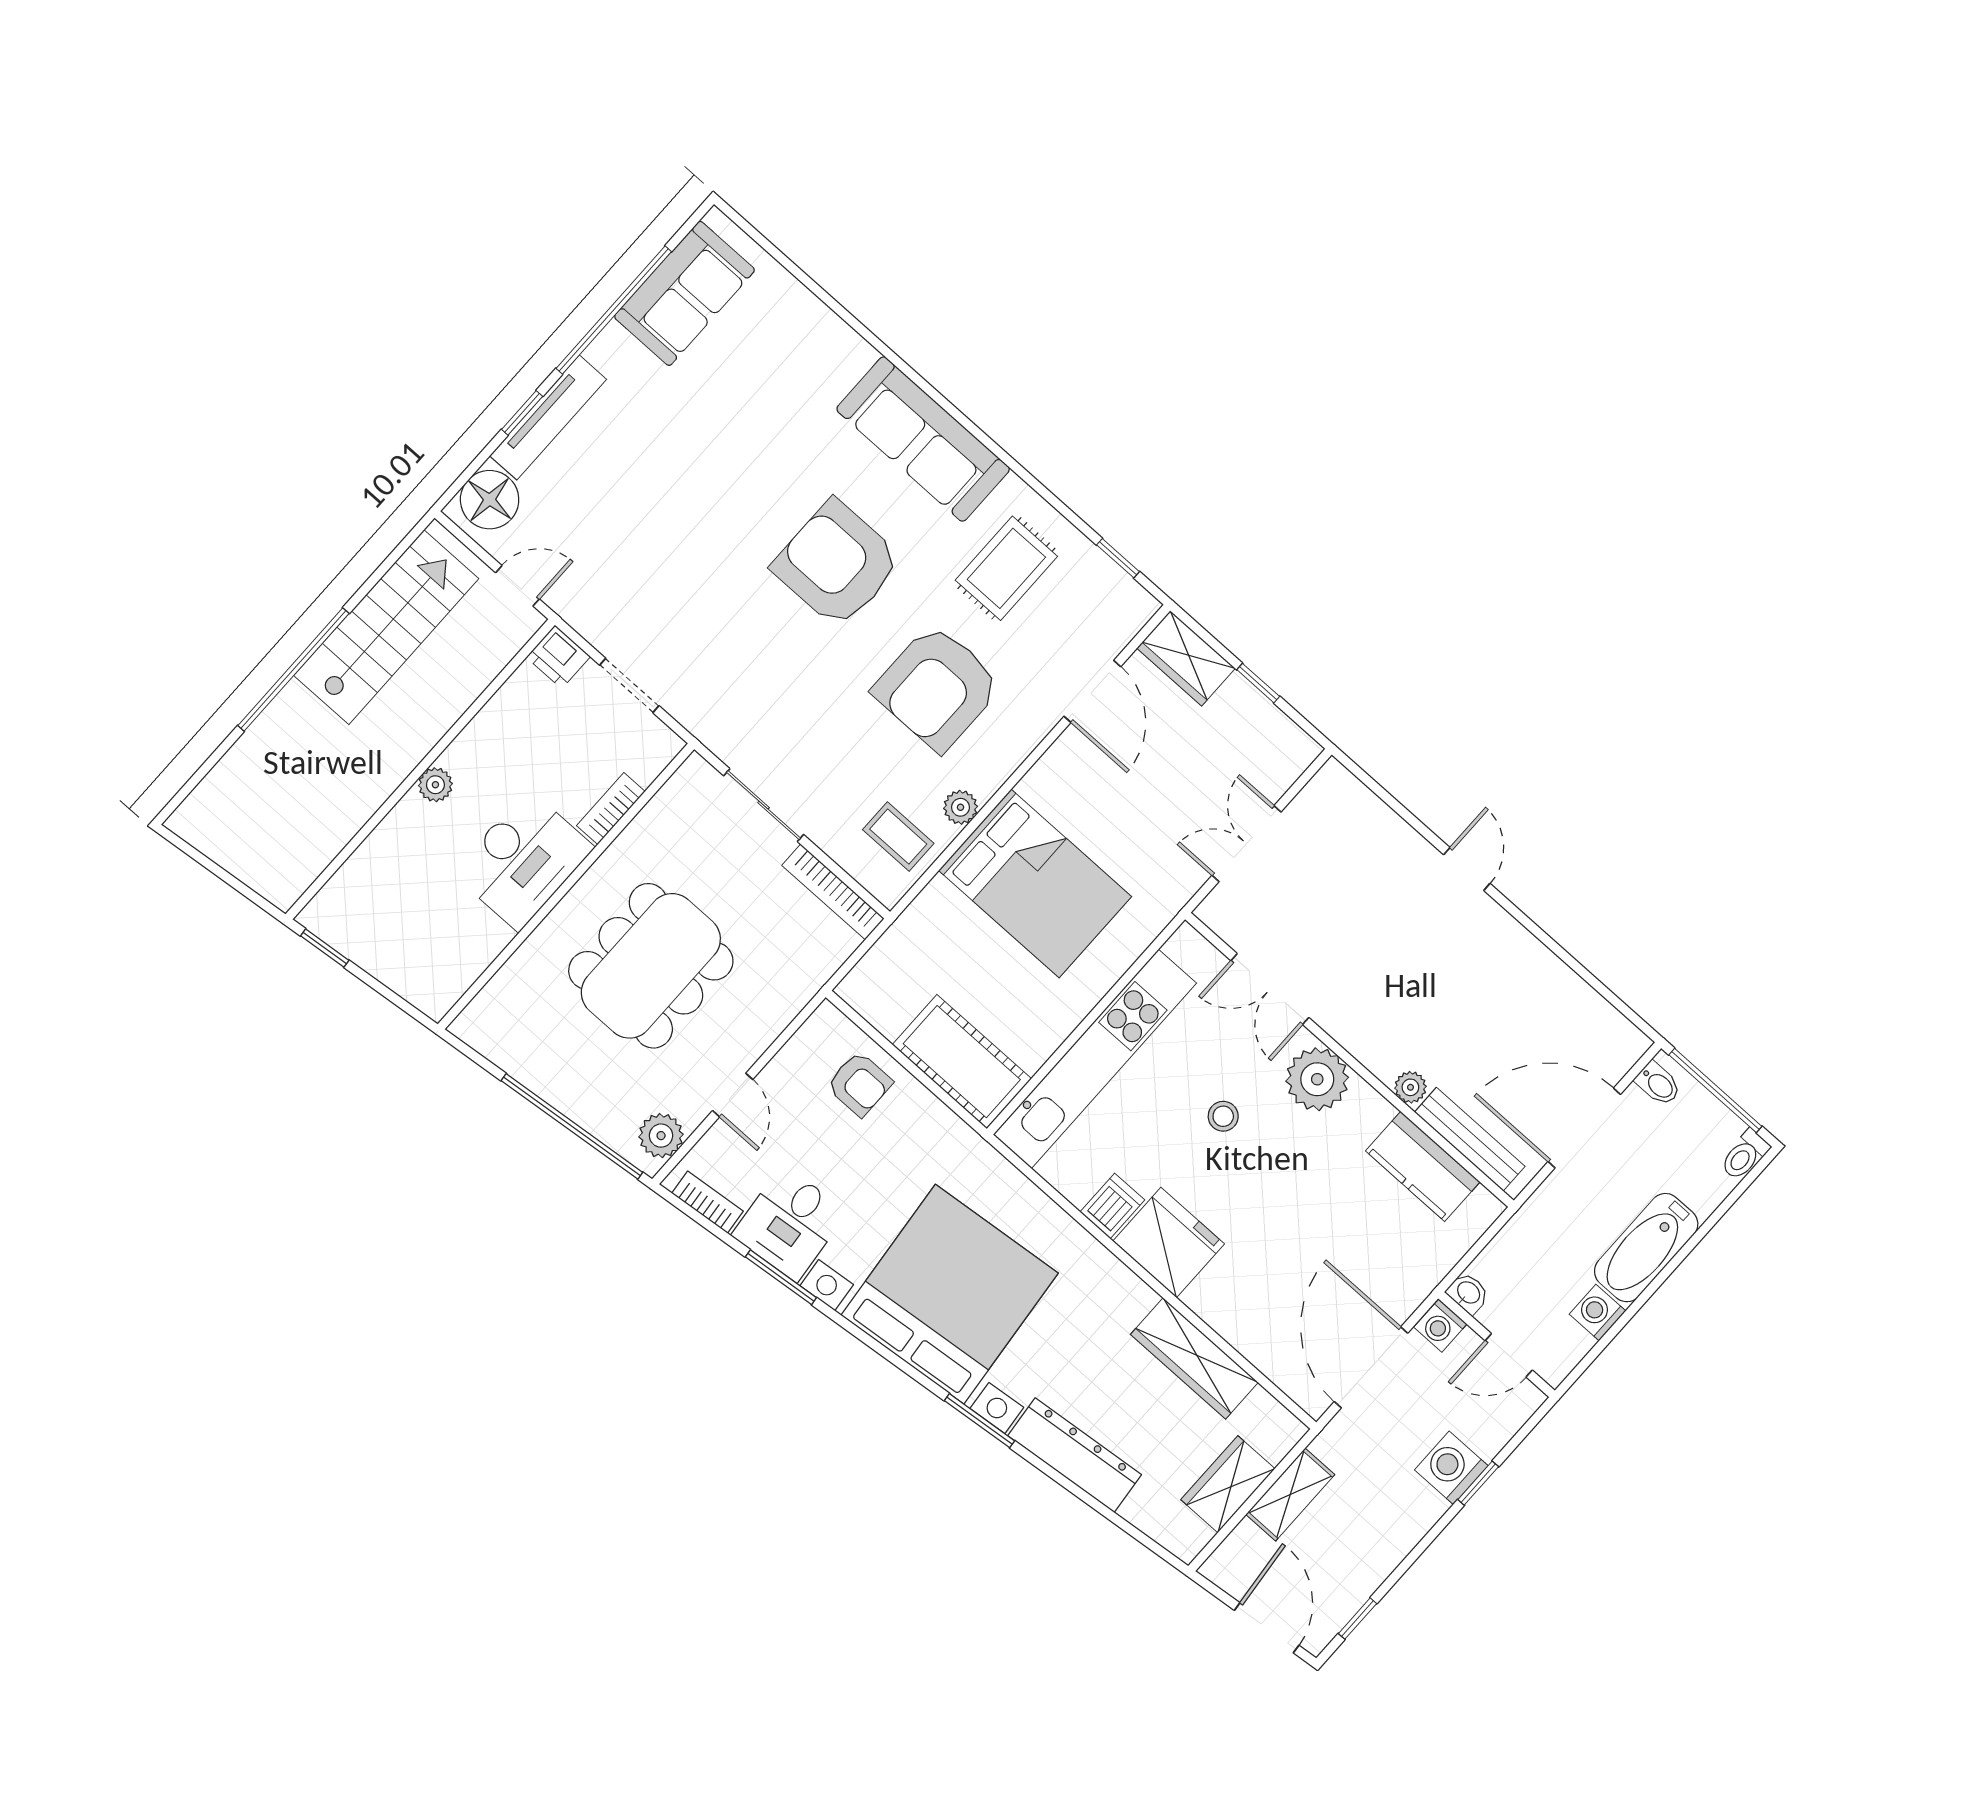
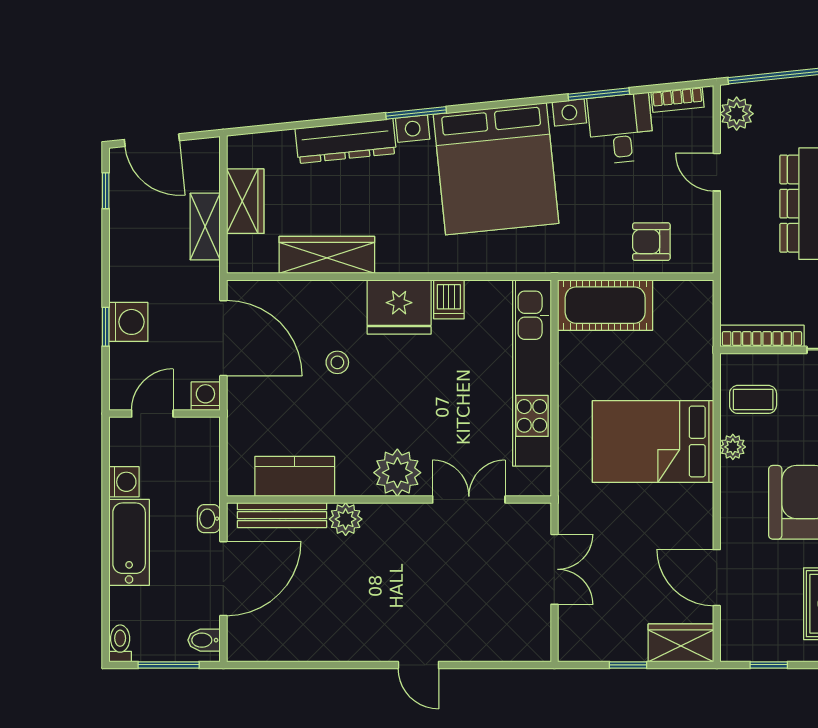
plant: (1410, 1087) -> (346, 519), width x1.38, depth x1.38
window: (1715, 1091) -> (169, 665), width x0.69
stool: (1223, 1116) -> (337, 362), moved
washbasin: (1468, 1293) -> (209, 519), moved, turned 90

